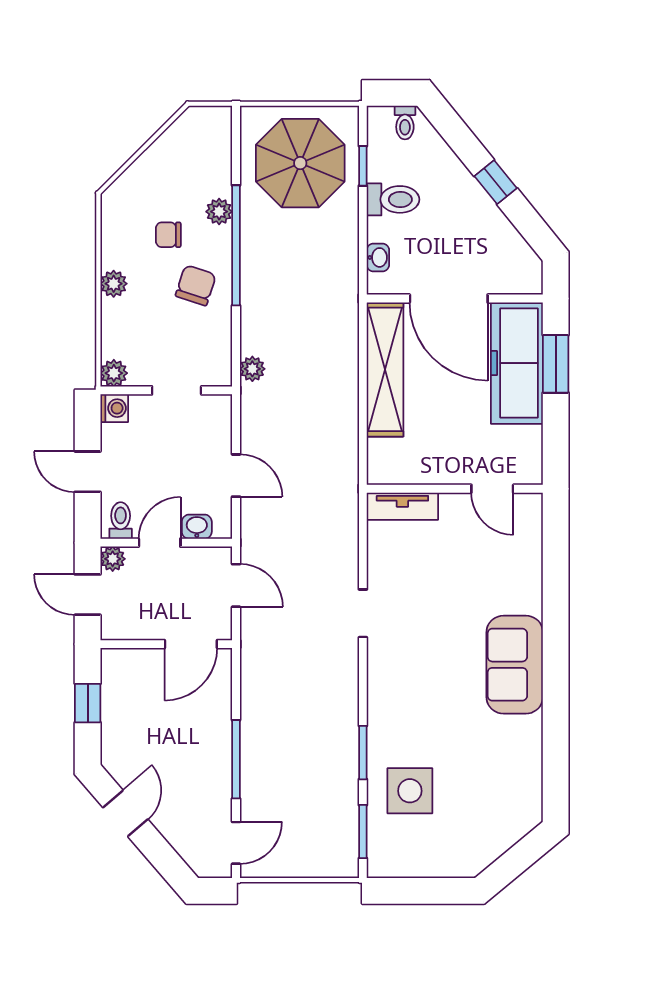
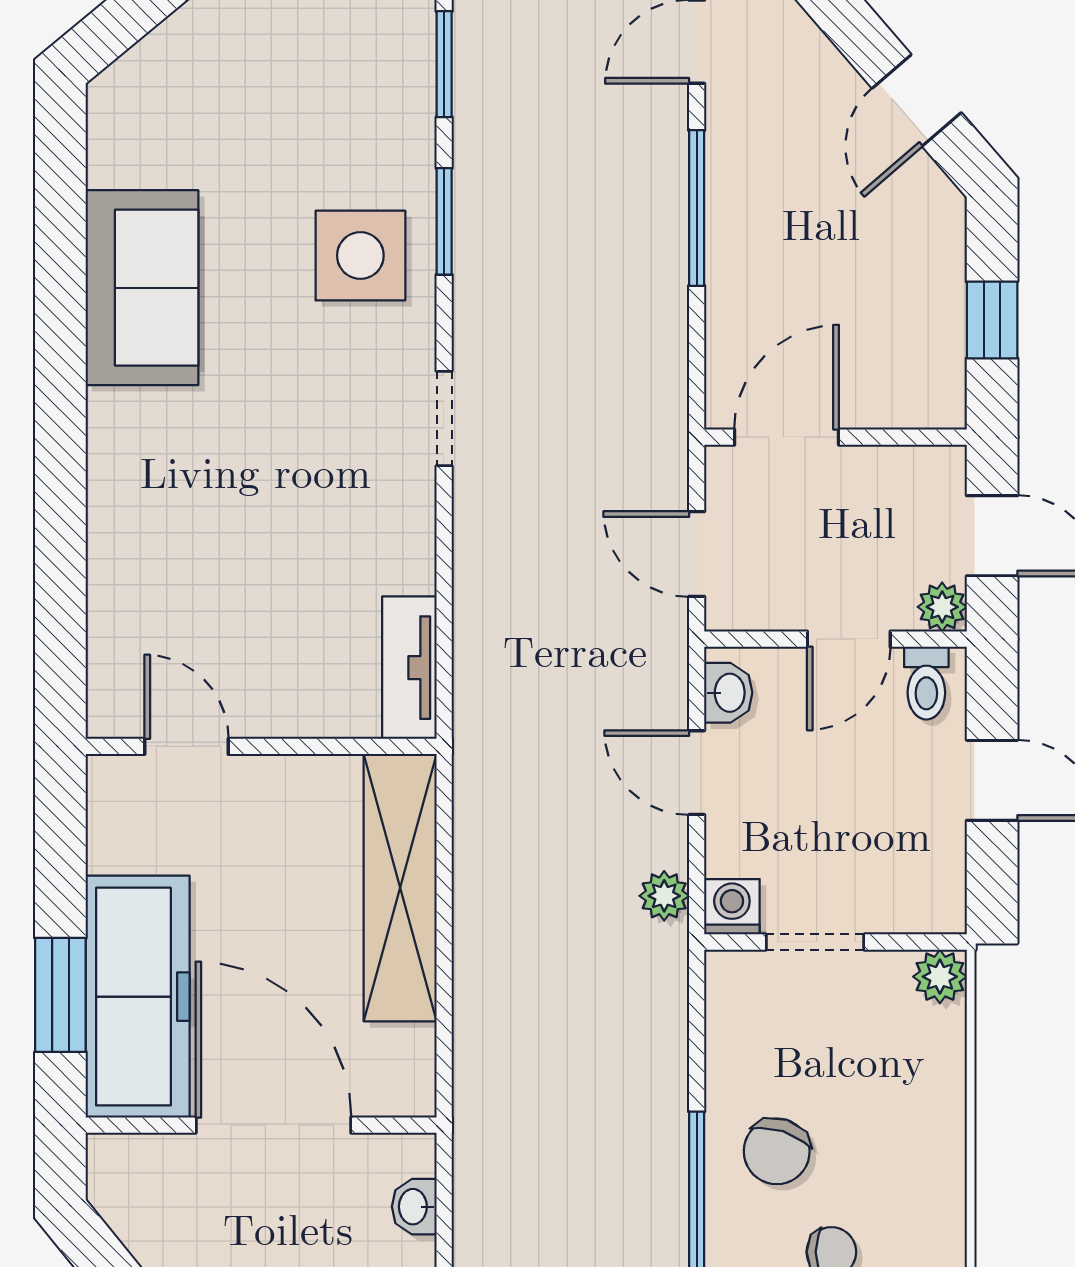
plant: (114, 284) -> (940, 1154), removed
plant: (252, 369) -> (664, 896), moved
shelving: (385, 369) -> (400, 888), moved
washing machine: (114, 408) -> (732, 907), moved, turned 90
tv unit: (402, 506) -> (409, 668), moved, turned -90
washbasin: (197, 527) -> (728, 693), moved, turned -90
doorway: (363, 613) -> (444, 419), moved
sofa: (515, 665) -> (142, 288), moved
side table: (410, 791) -> (360, 256), moved

